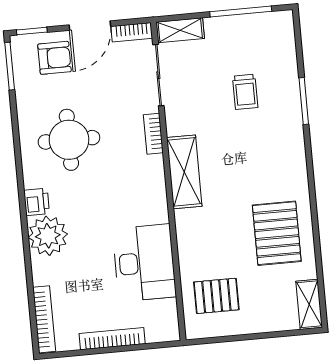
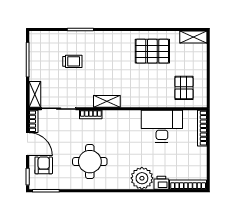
shelving: (184, 172) -> (107, 101), width x0.67, depth x0.75
printer: (37, 202) -> (161, 183), moved
bookcase: (112, 339) -> (202, 128), moved

